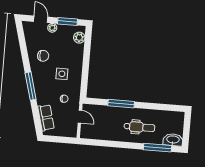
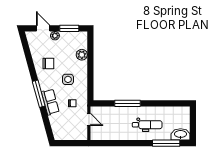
plant: (79, 38) -> (82, 55), moved
row of seats: (46, 118) -> (50, 102), moved

